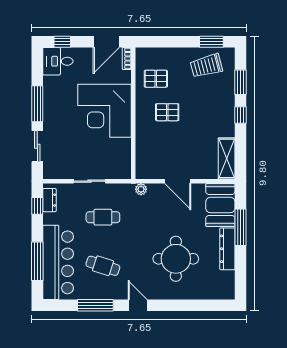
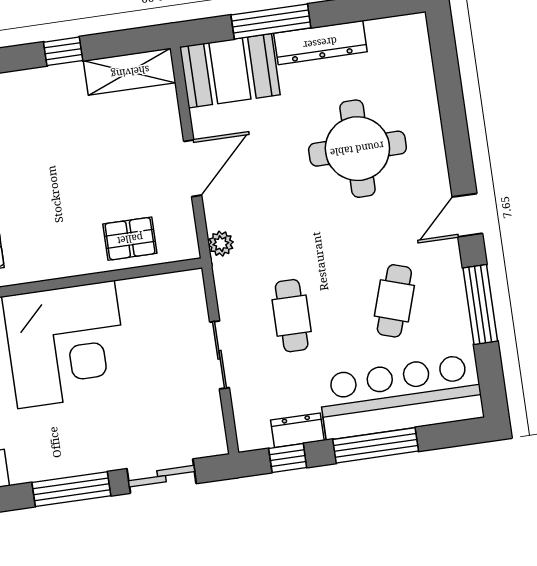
pallet: (167, 112) -> (130, 239), moved, turned 90
window: (241, 115) -> (63, 51), moved
dresser: (49, 200) -> (297, 430), moved
window: (37, 261) -> (376, 445), moved

